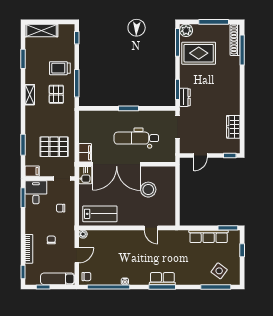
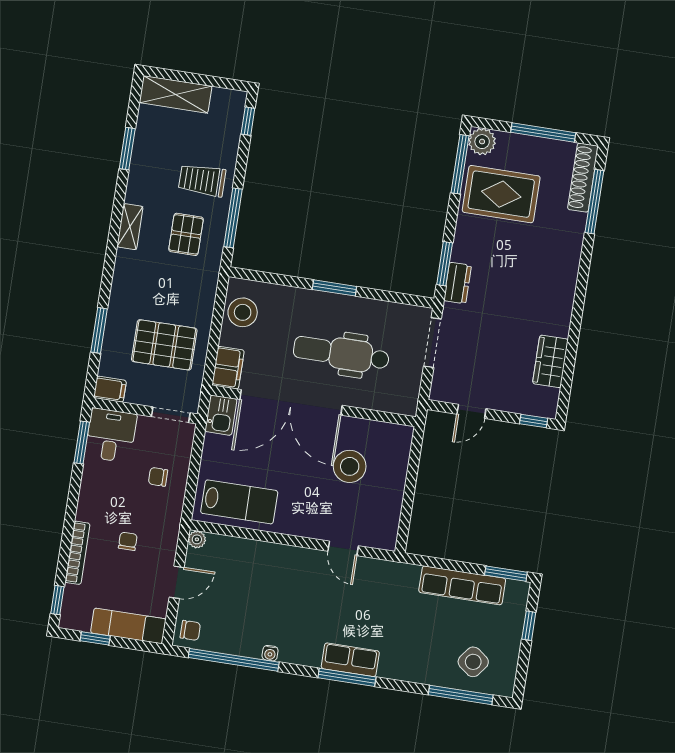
stool: (88, 126) -> (243, 312), added

